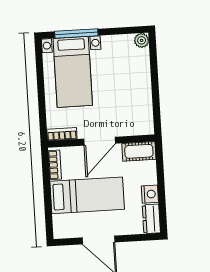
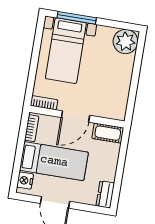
plant: (142, 40) -> (126, 41), width x1.88, depth x1.88
nightstand: (150, 194) -> (25, 180), moved, turned 180

